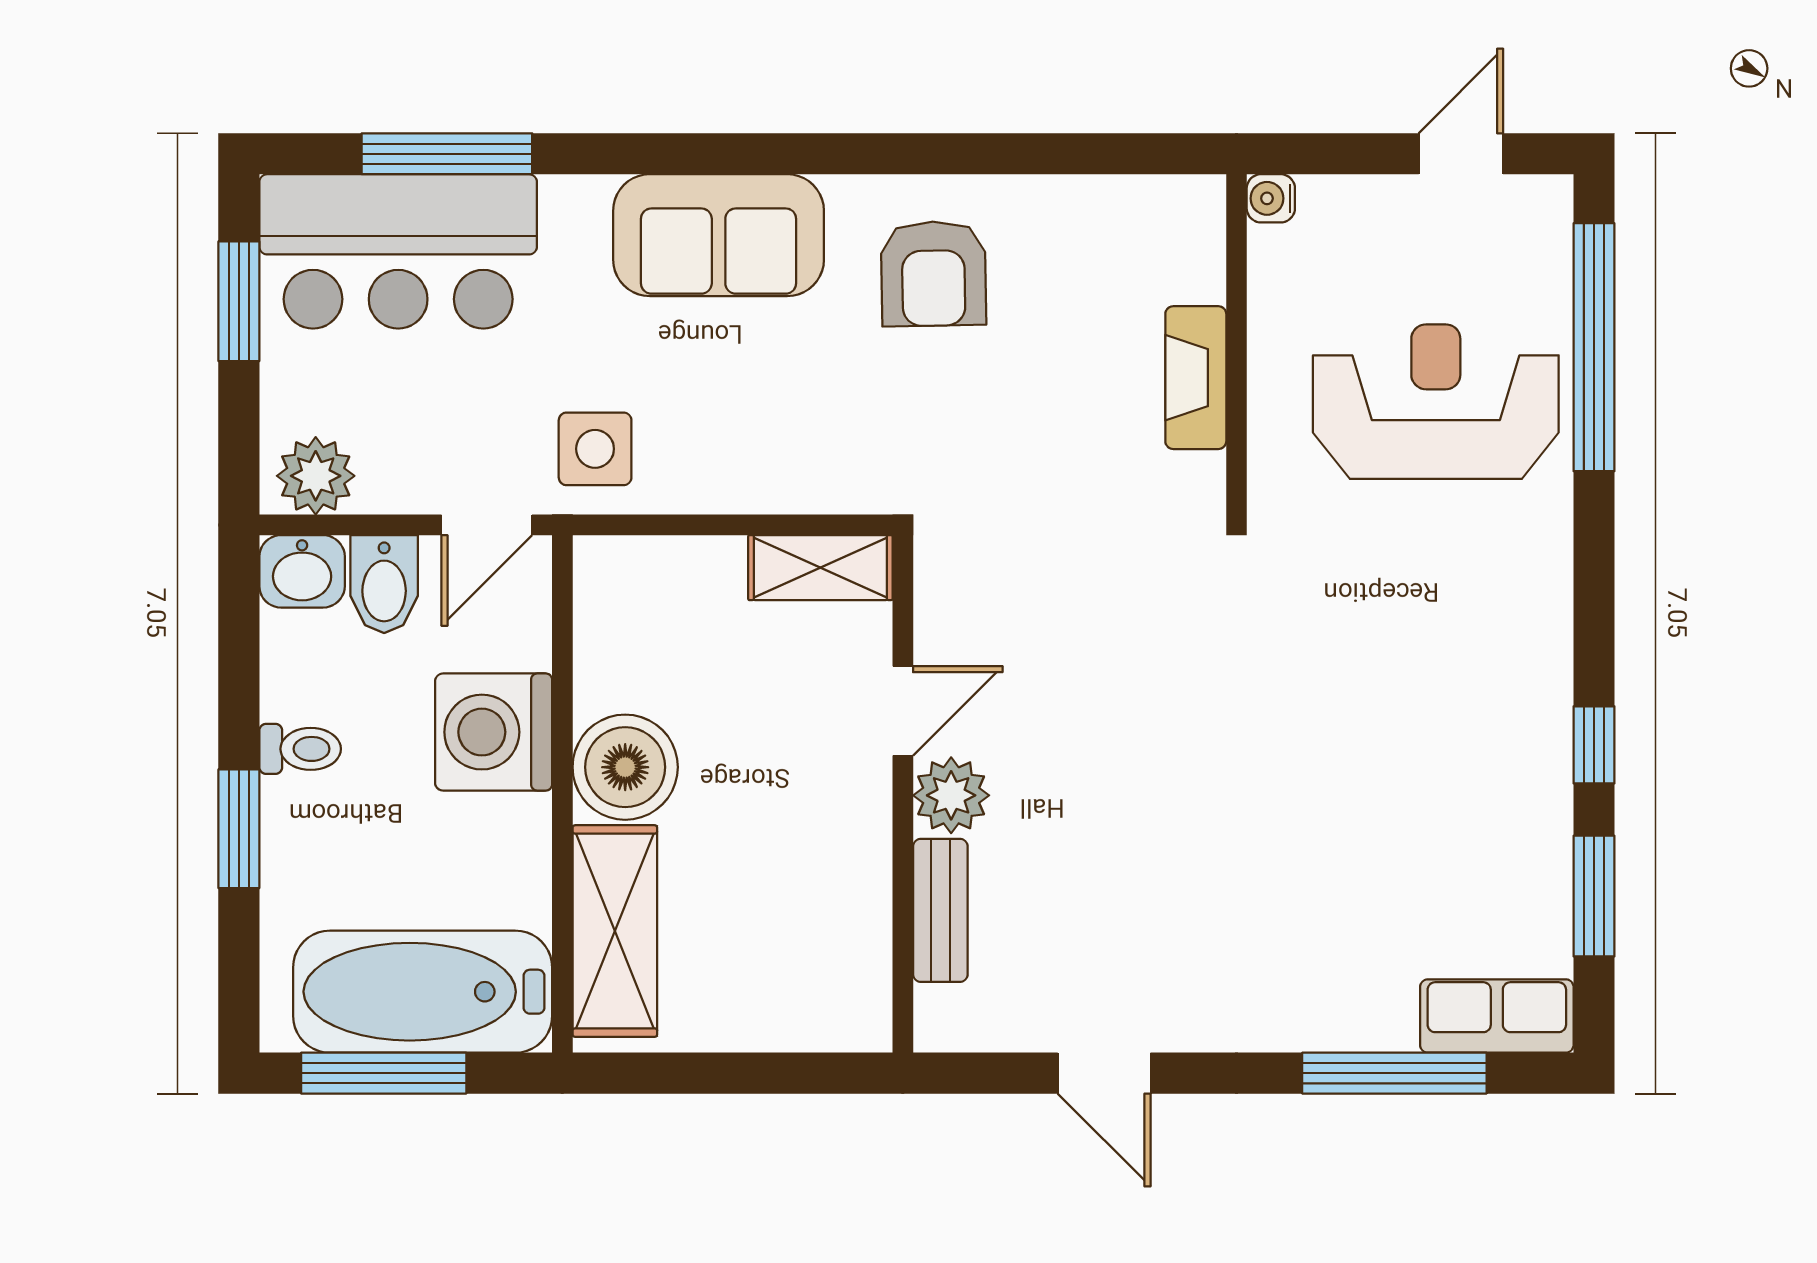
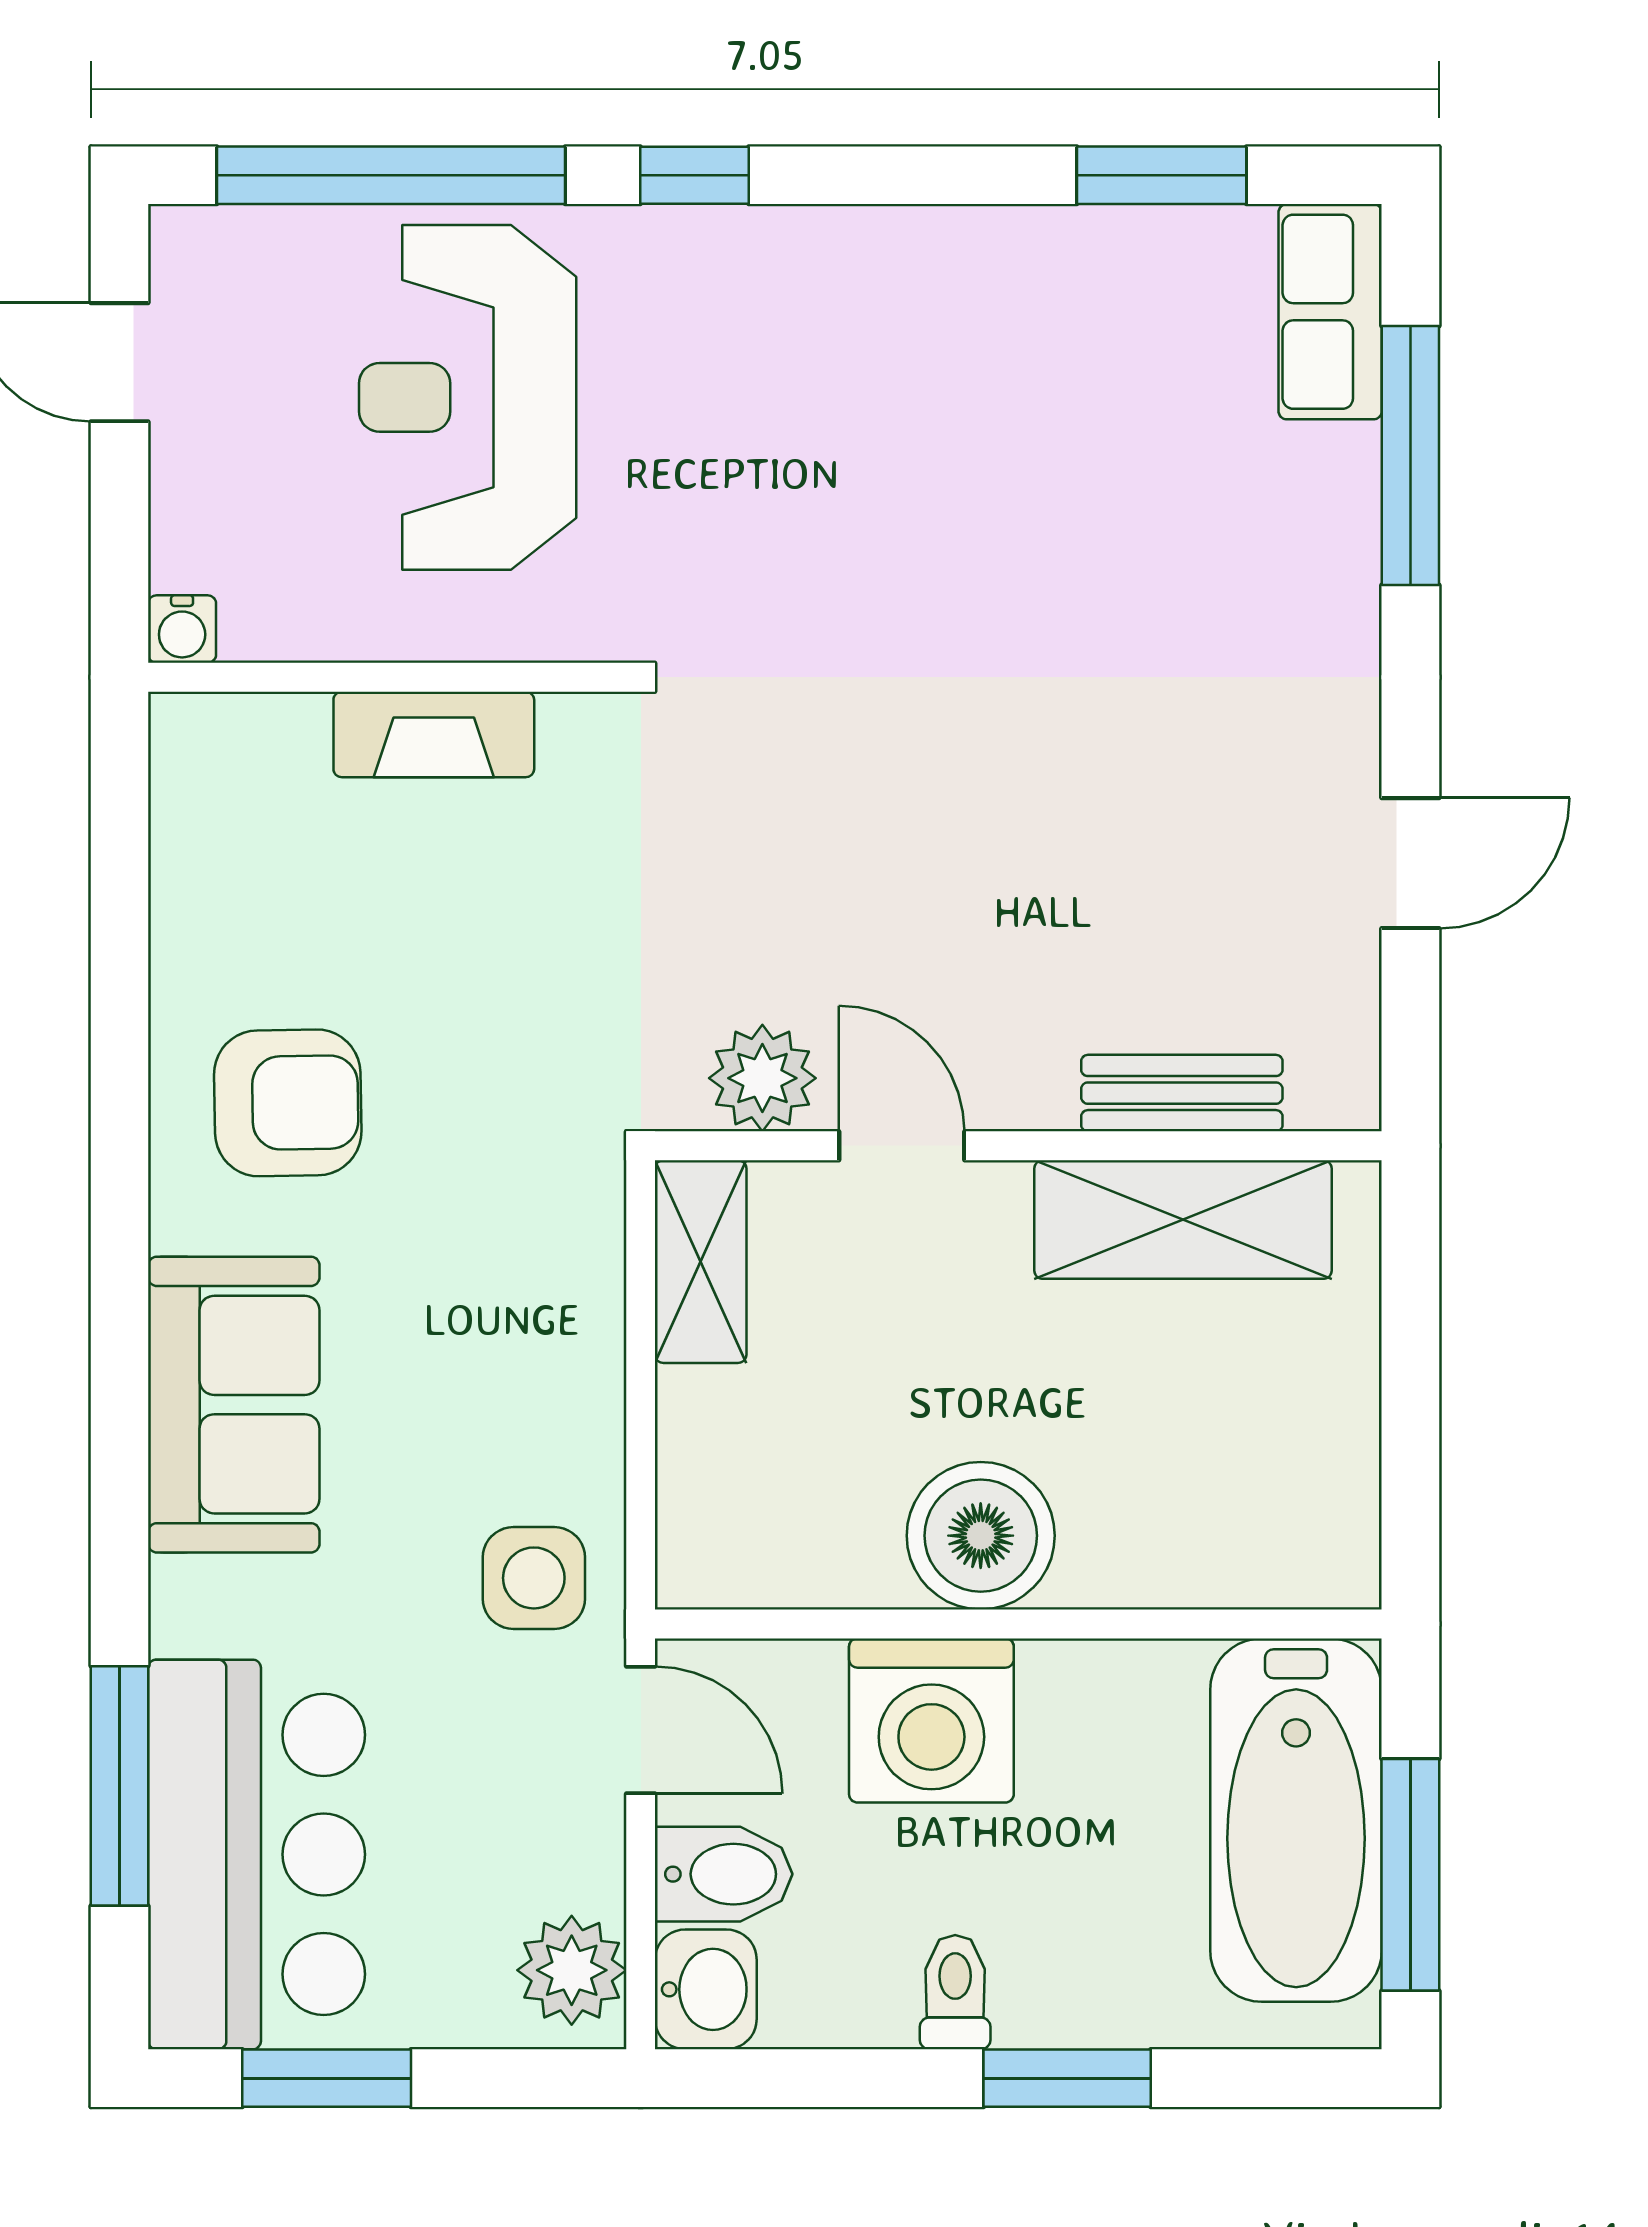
window: (1594, 745) -> (694, 175), moved
plant: (951, 795) -> (762, 1078), moved
shelving: (615, 931) -> (1183, 1220), moved

